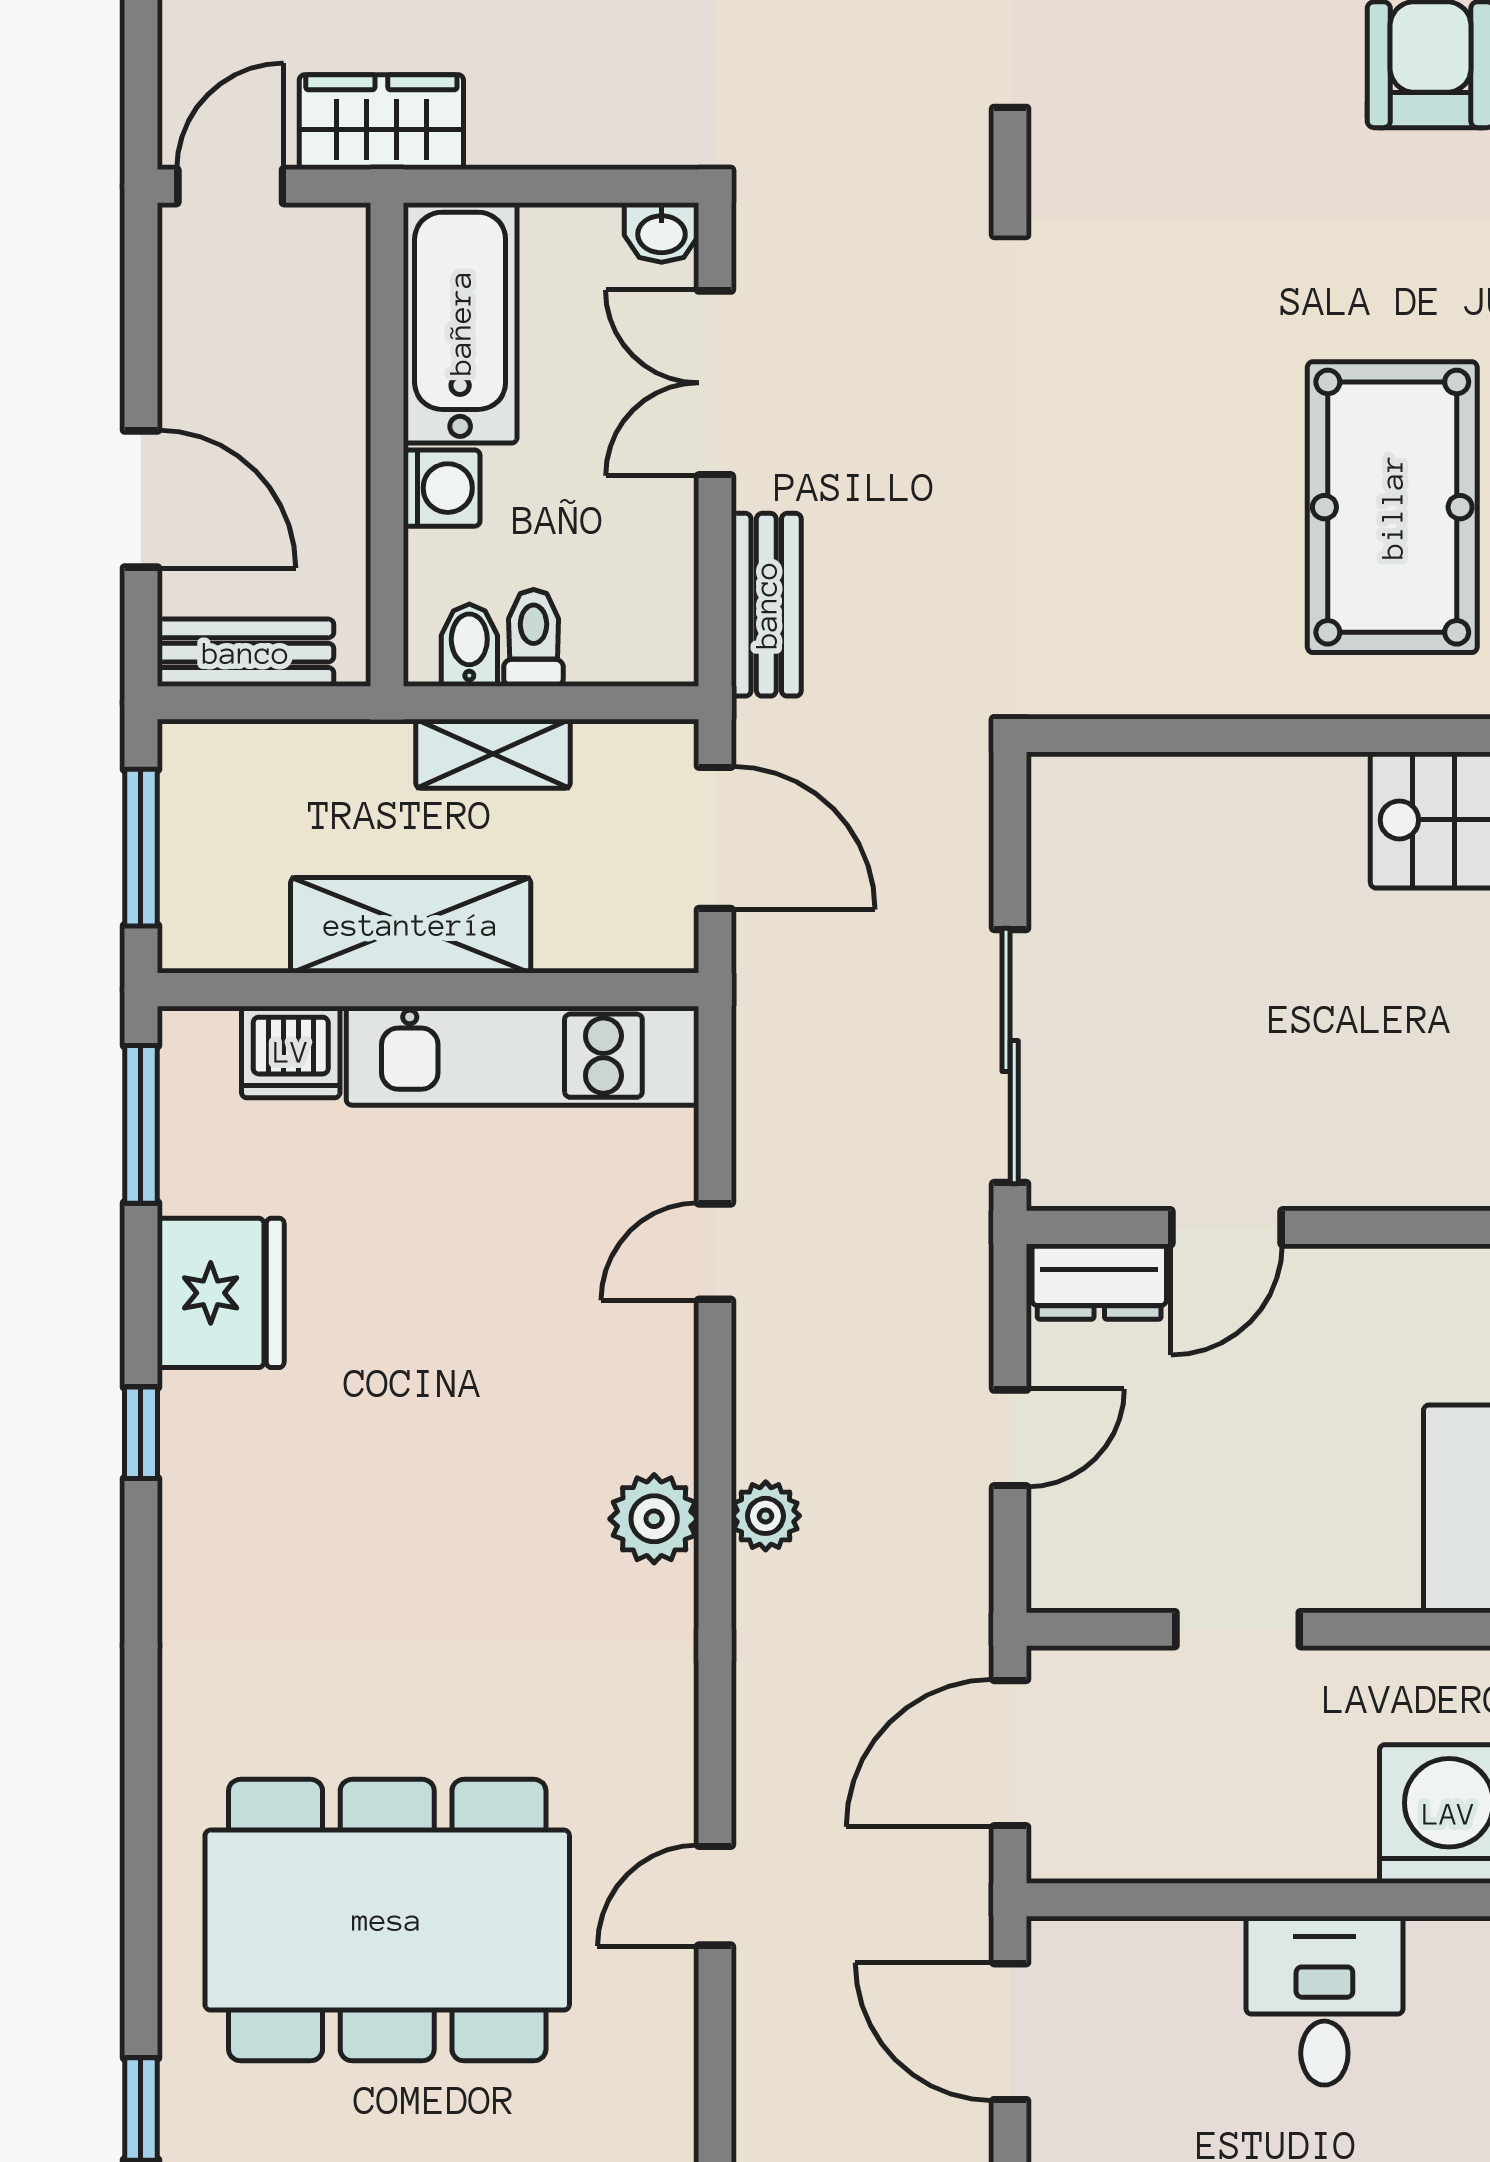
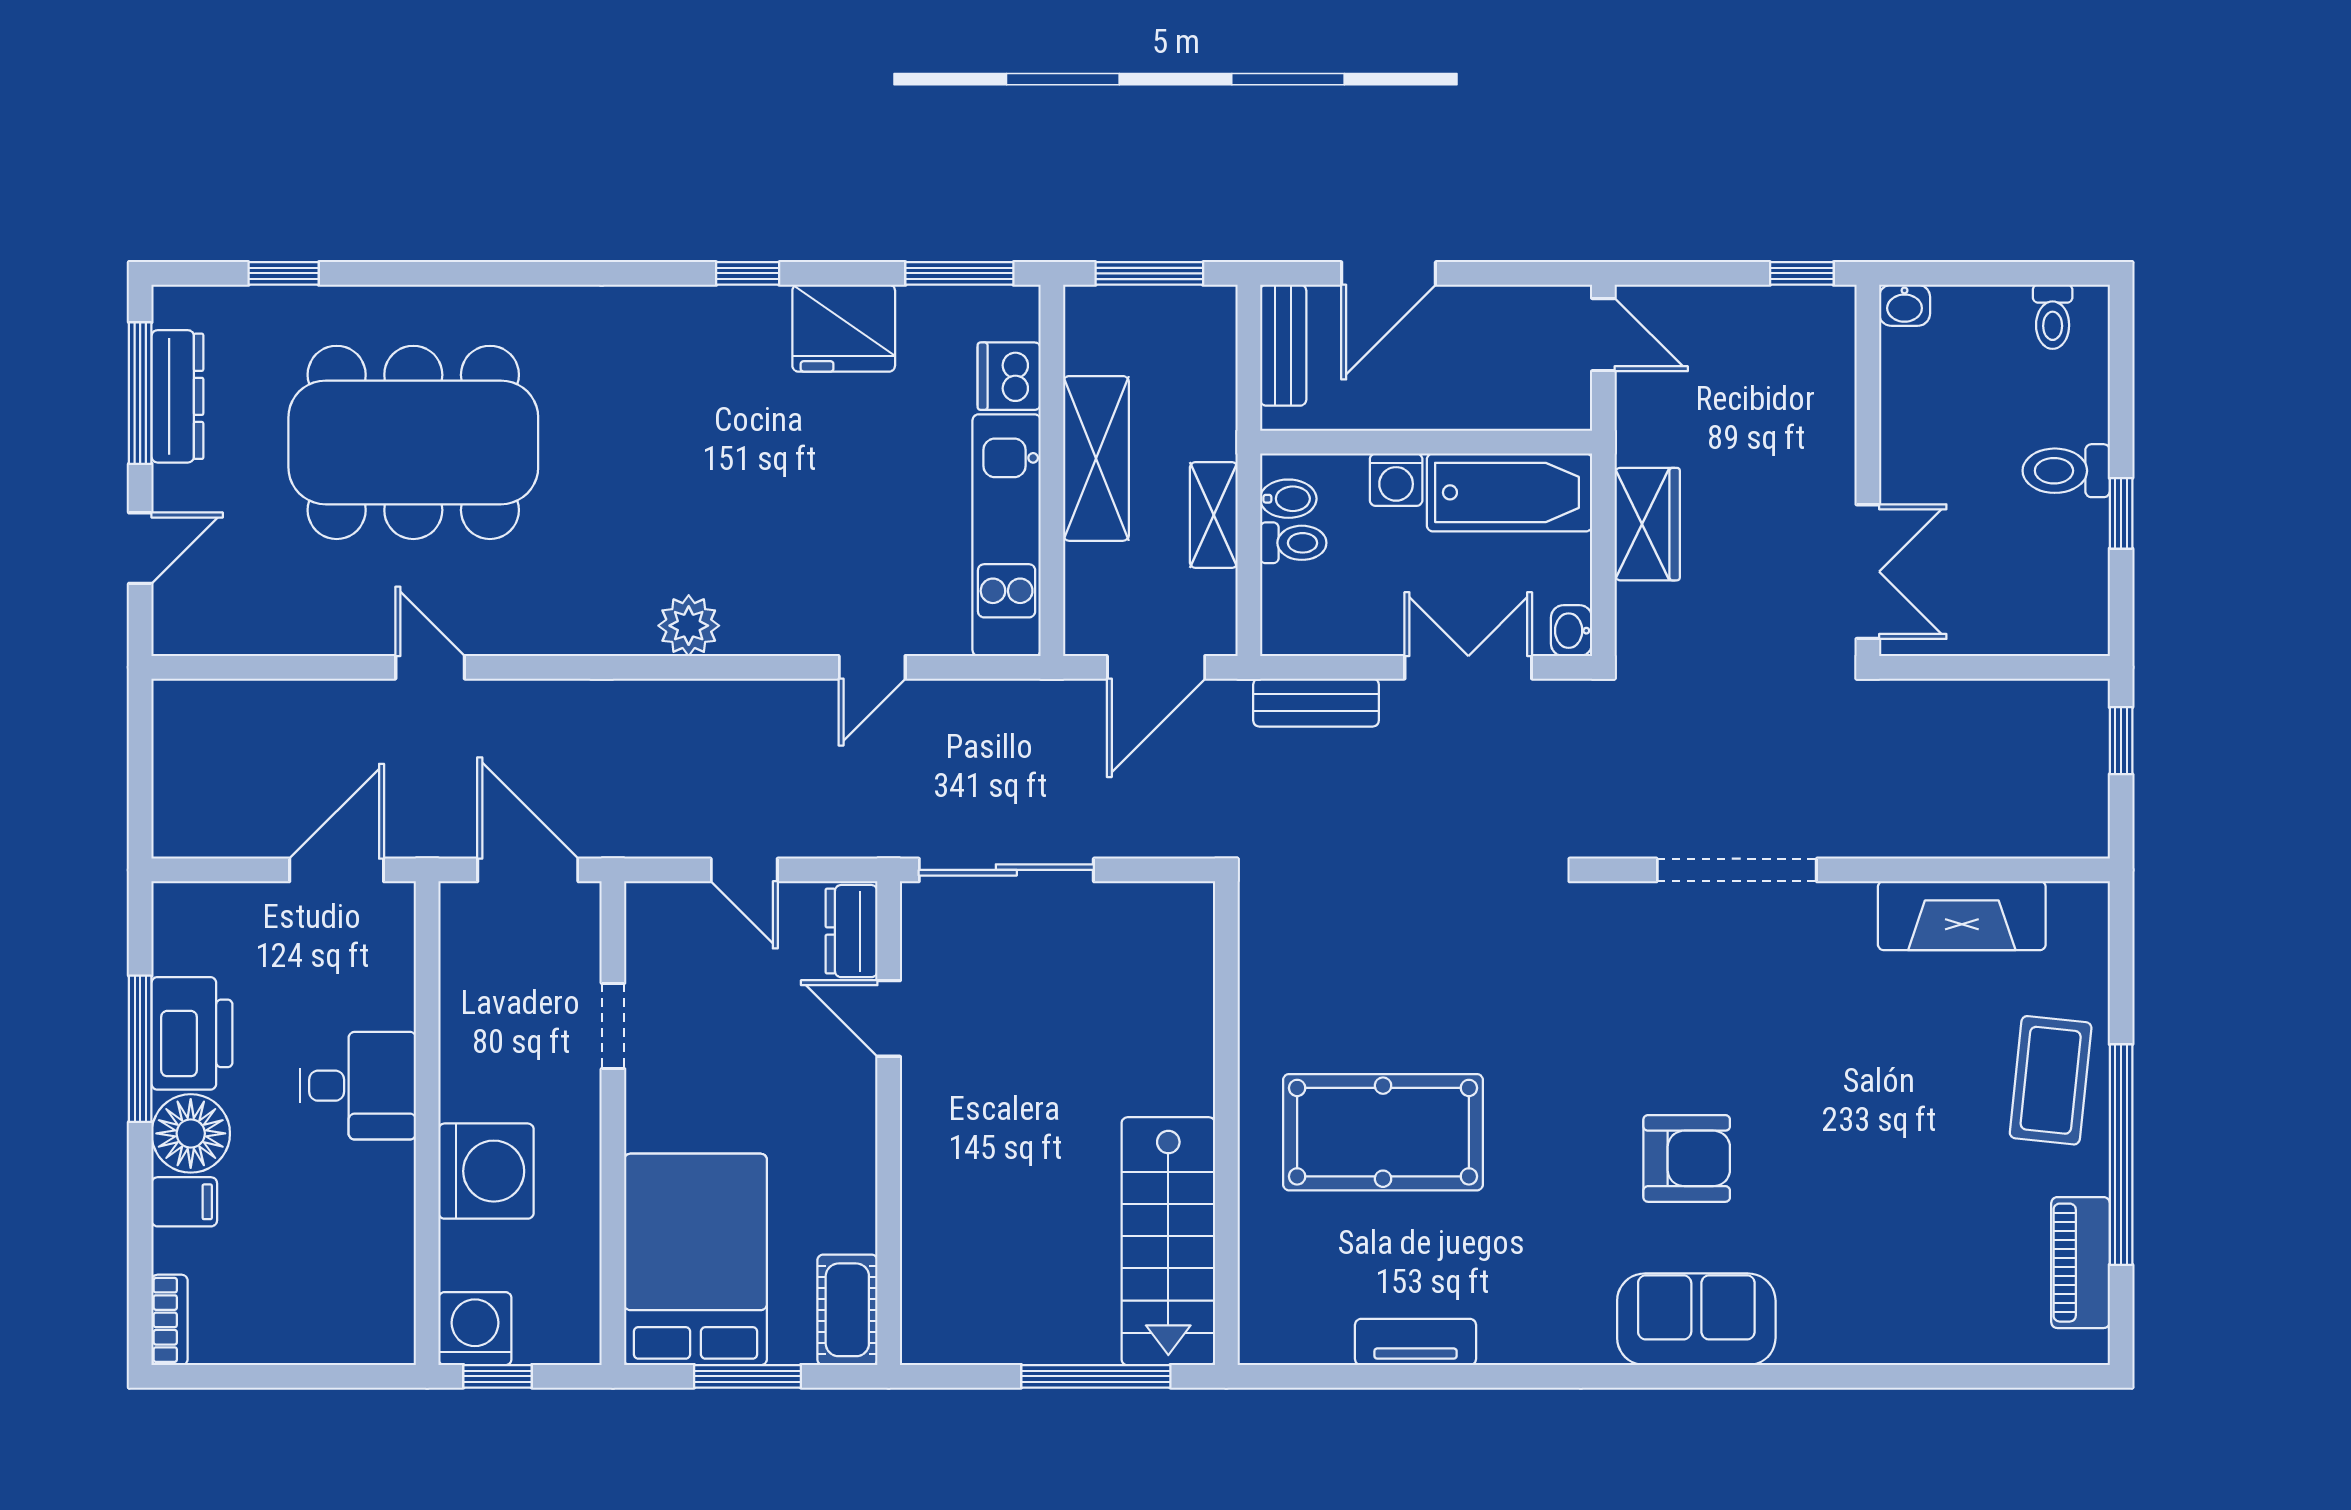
wardrobe: (381, 122) -> (1647, 524), moved
door: (715, 1252) -> (872, 667), swing flipped
plant: (766, 1516) -> (691, 702), removed
dining table: (387, 1920) -> (413, 442), turned 90

